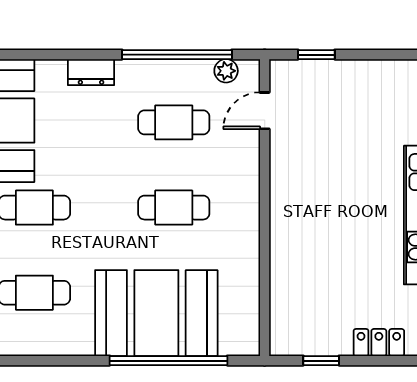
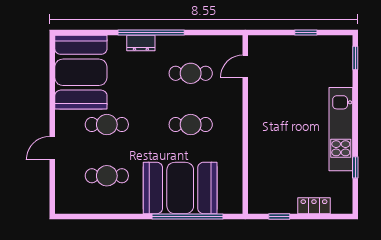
window: (177, 55) -> (151, 33), moved
window: (316, 55) -> (306, 33), moved
plant: (226, 71) -> (222, 42), removed

